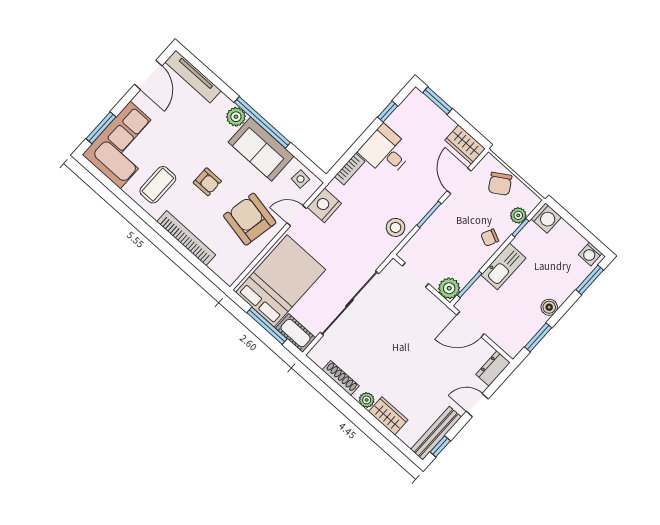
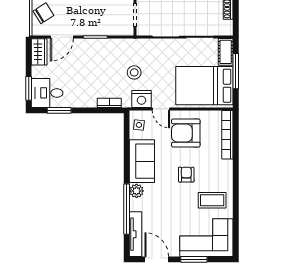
door: (148, 75) -> (157, 259), hinge flipped
window: (388, 112) -> (59, 110), width x1.50
window: (262, 122) -> (127, 209), moved
window: (101, 128) -> (194, 259), moved
desk: (386, 151) -> (47, 93), moved, turned 90
armchair: (250, 219) -> (186, 133), turned 79
stool: (396, 227) -> (134, 72), moved
bookcase: (186, 238) -> (227, 135), moved

